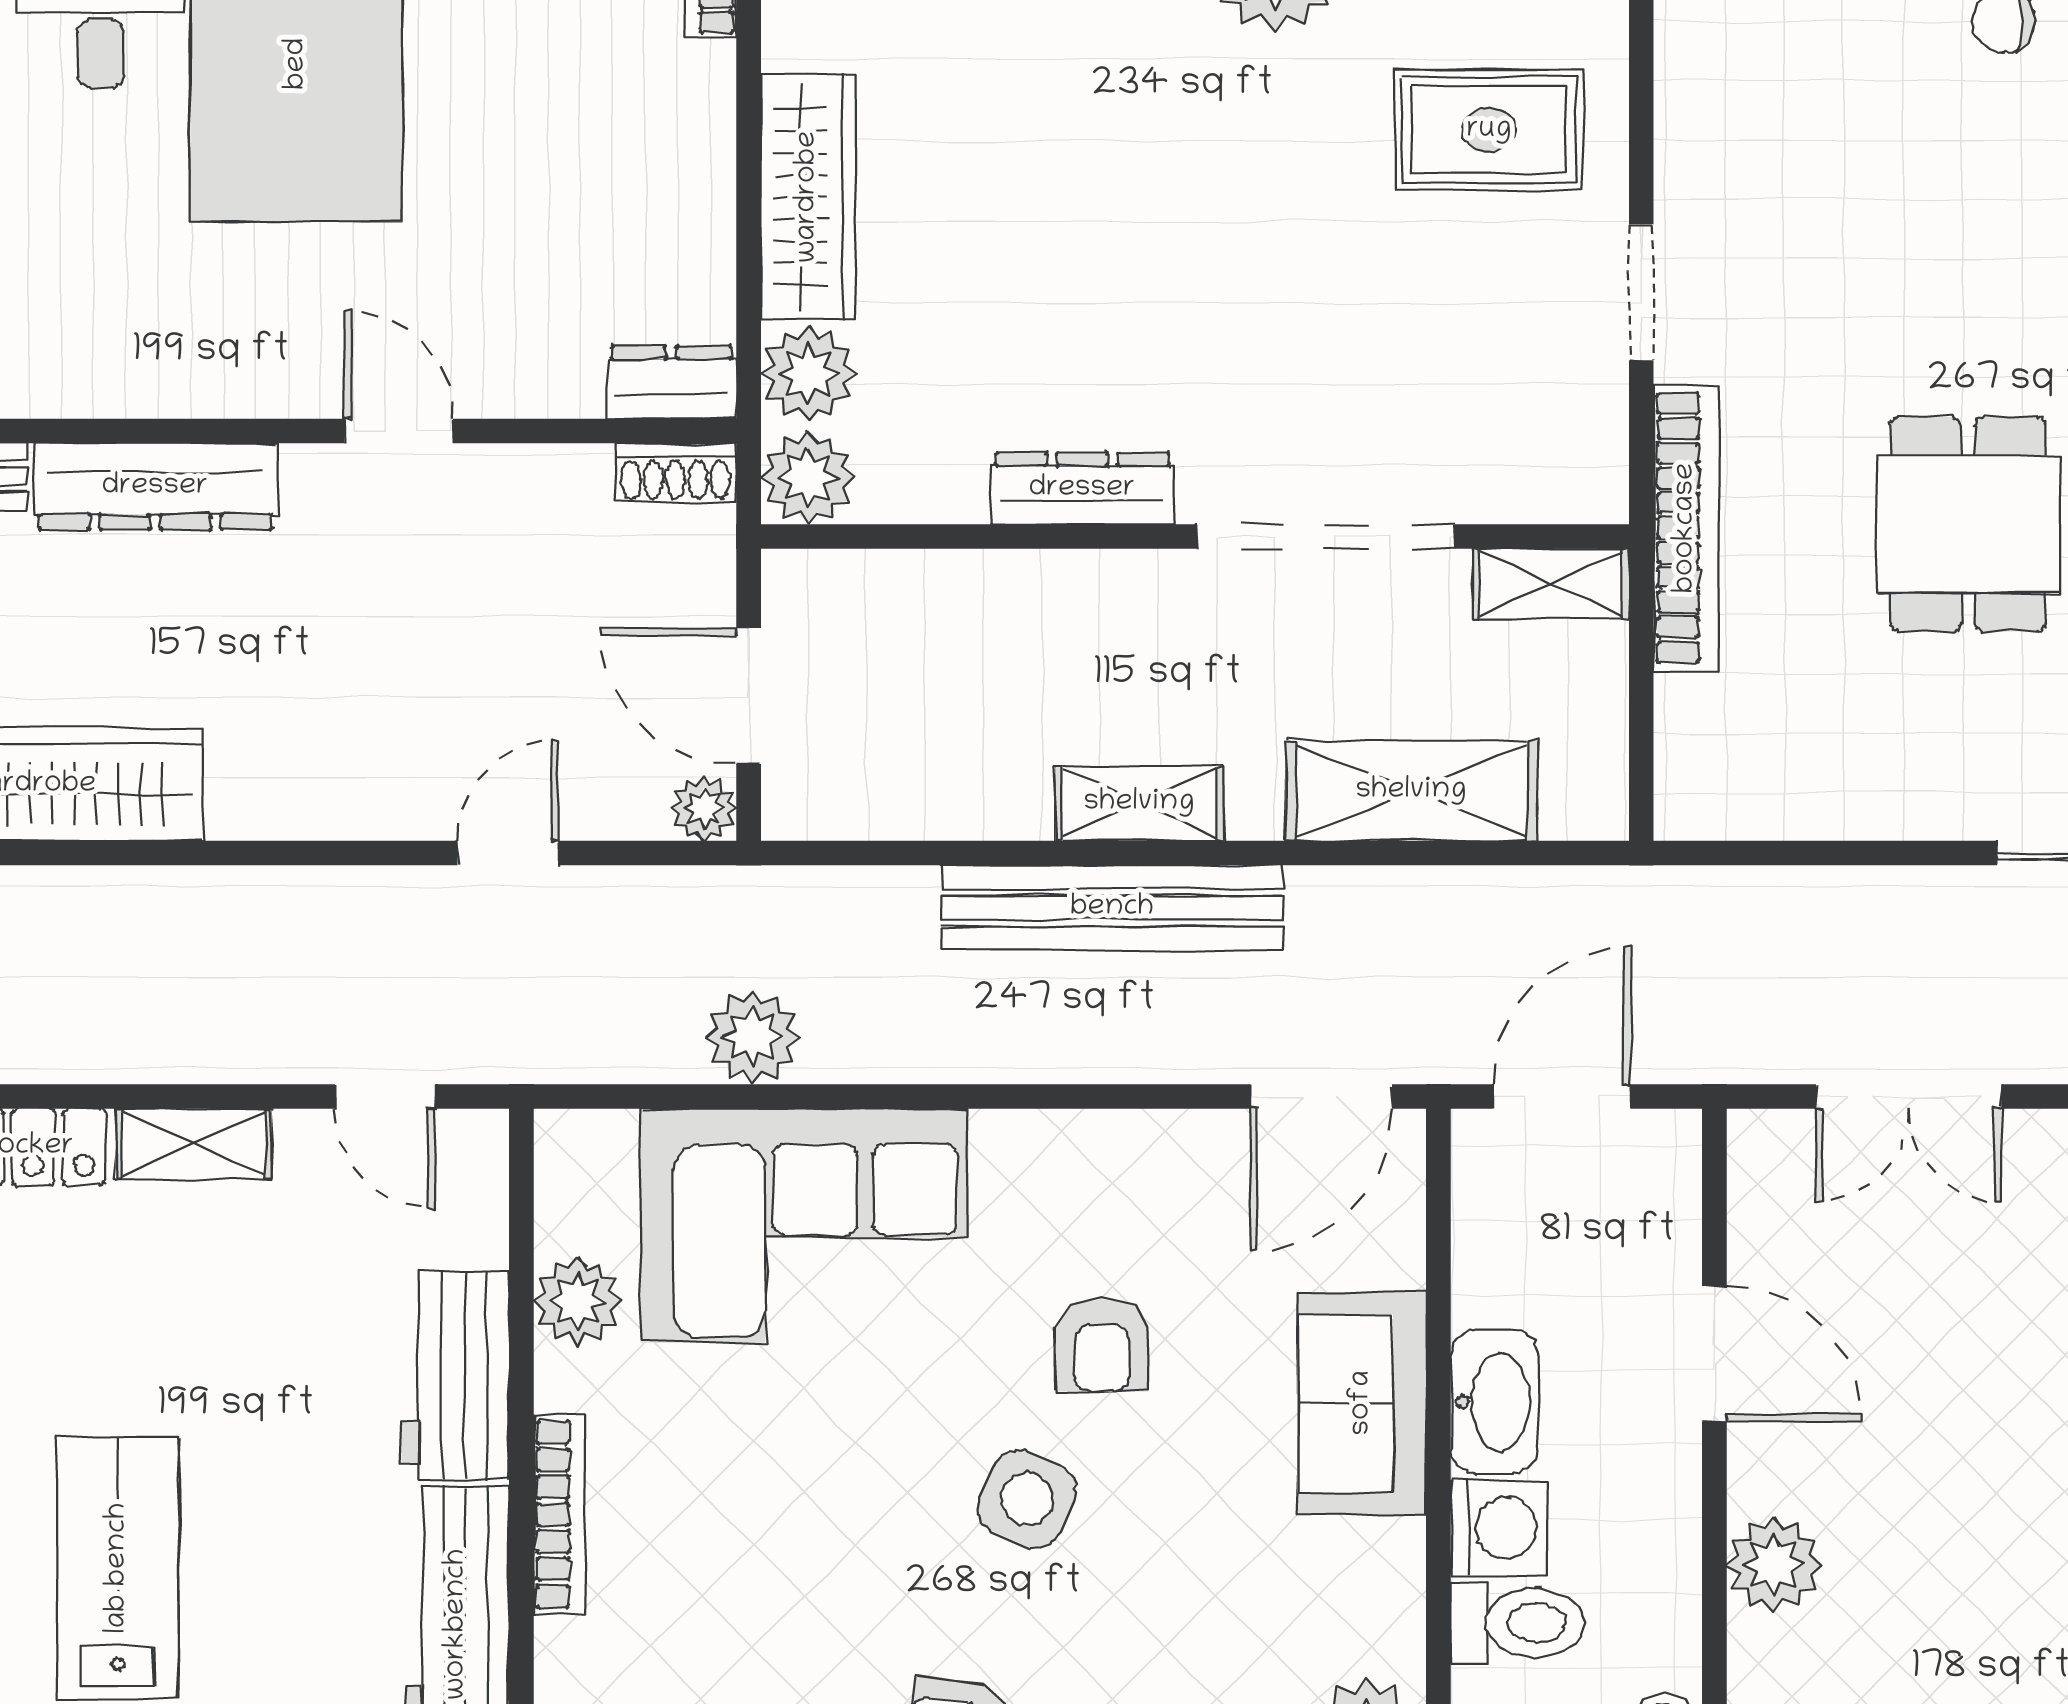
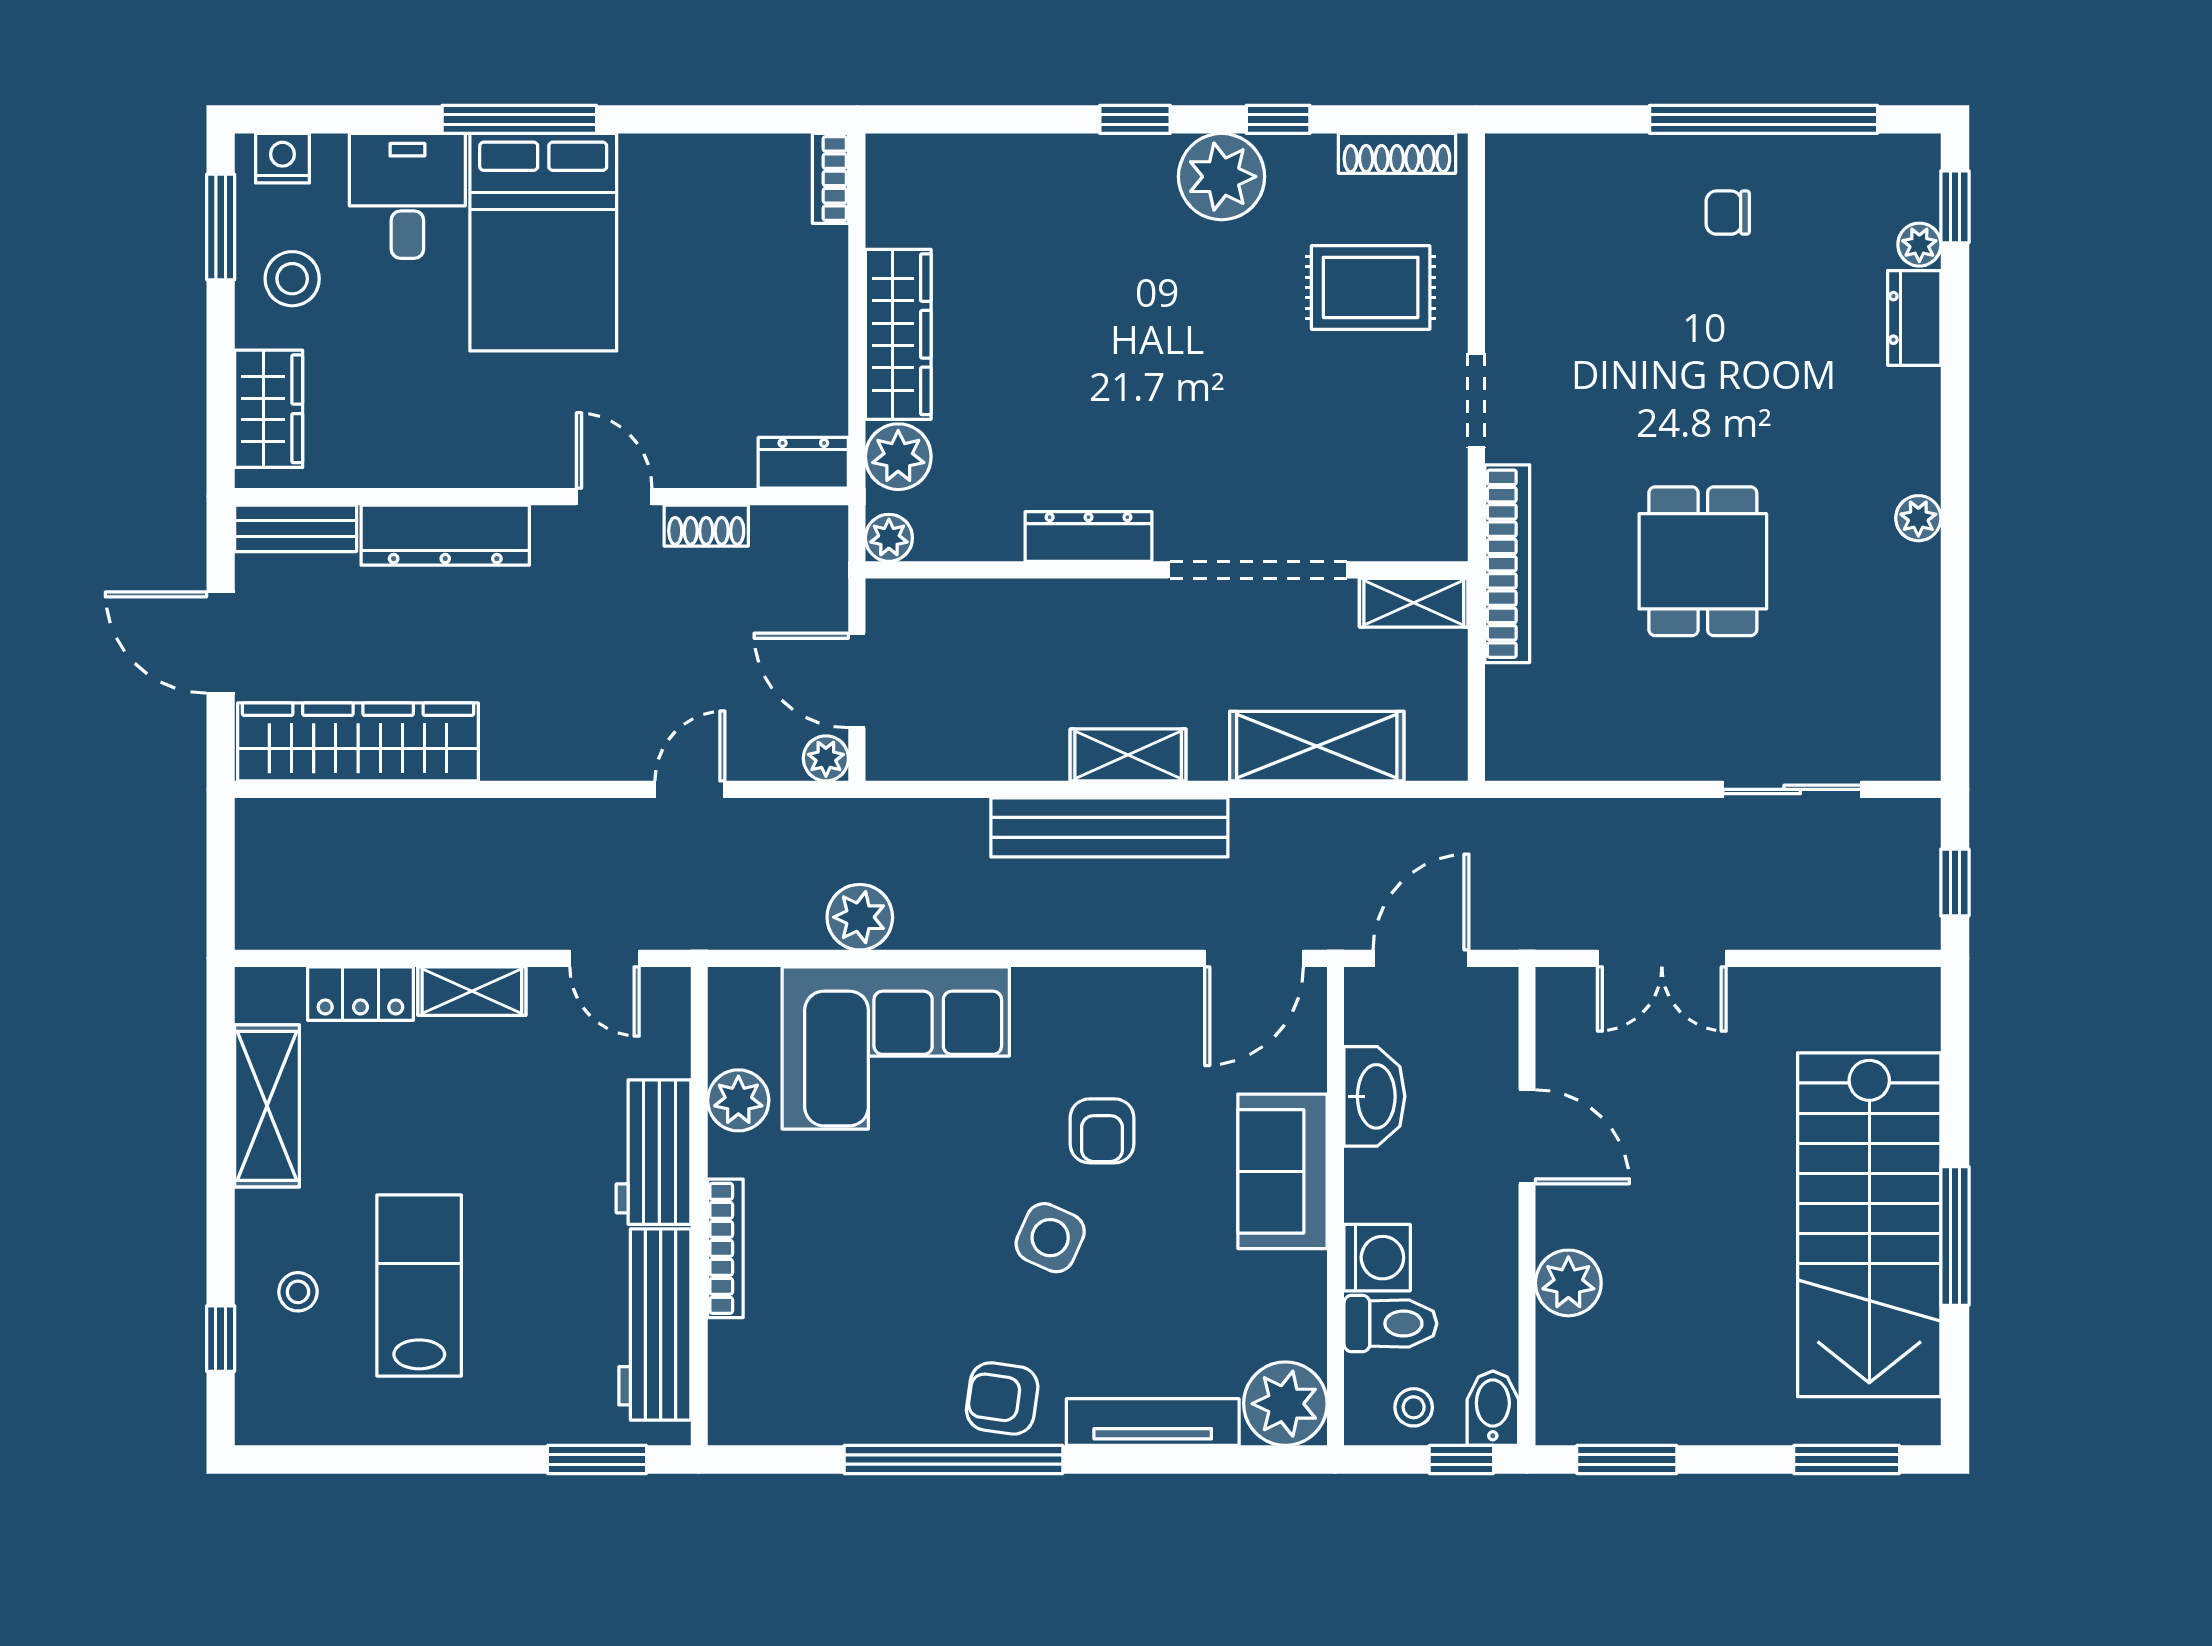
shoe rack: (676, 473) -> (706, 526), moved
plant: (807, 478) -> (889, 538), width x0.73, depth x0.73
washbasin: (1494, 1402) -> (1374, 1096), moved

